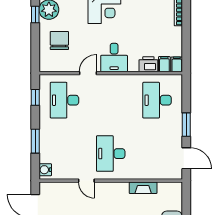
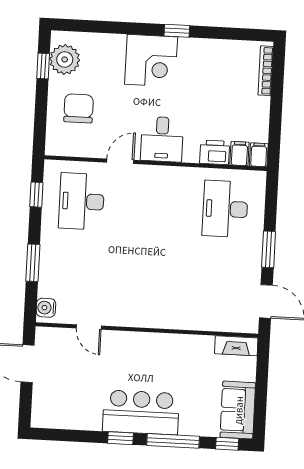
desk: (111, 154) -> (149, 288), removed
door: (86, 181) -> (89, 327), moved
fireplace: (143, 188) -> (236, 346), moved

